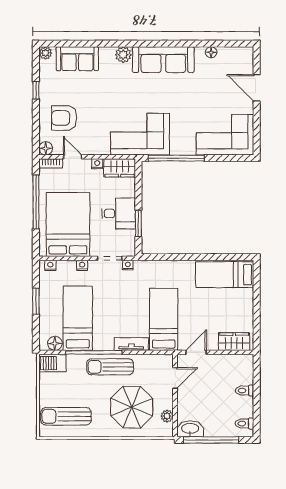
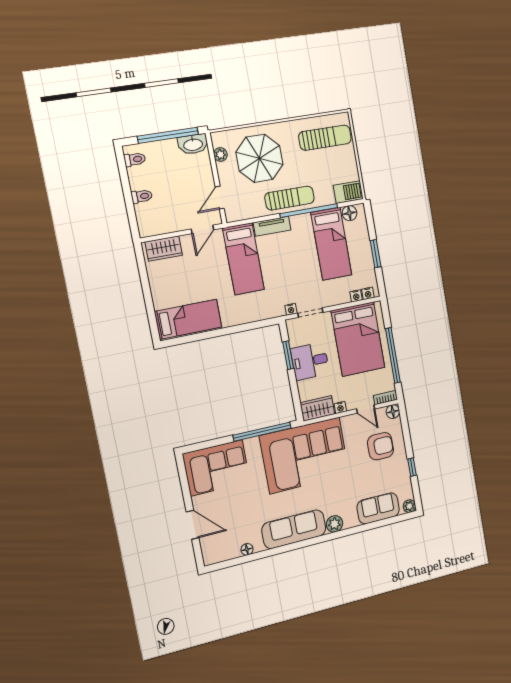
corner sofa: (140, 134) -> (305, 455), width x1.36, depth x1.36
nightstand: (82, 265) -> (356, 296), moved

